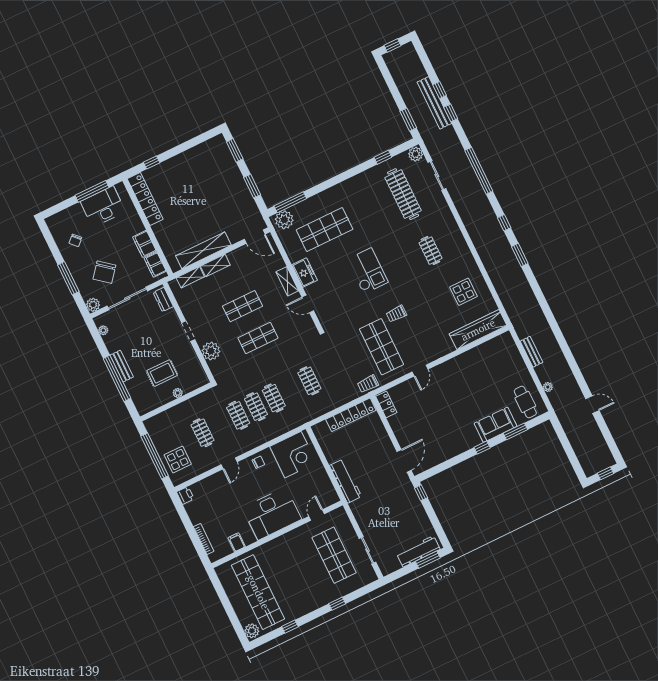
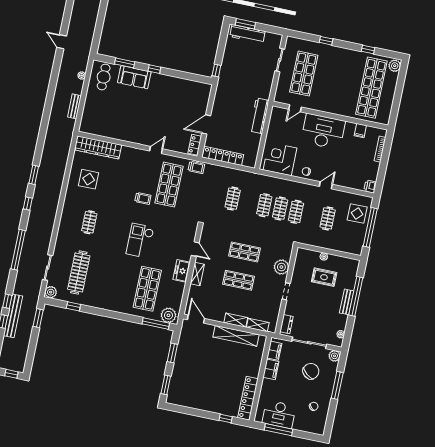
shop shelf: (325, 230) -> (147, 289), turned 90
door: (404, 461) -> (206, 124), moved

